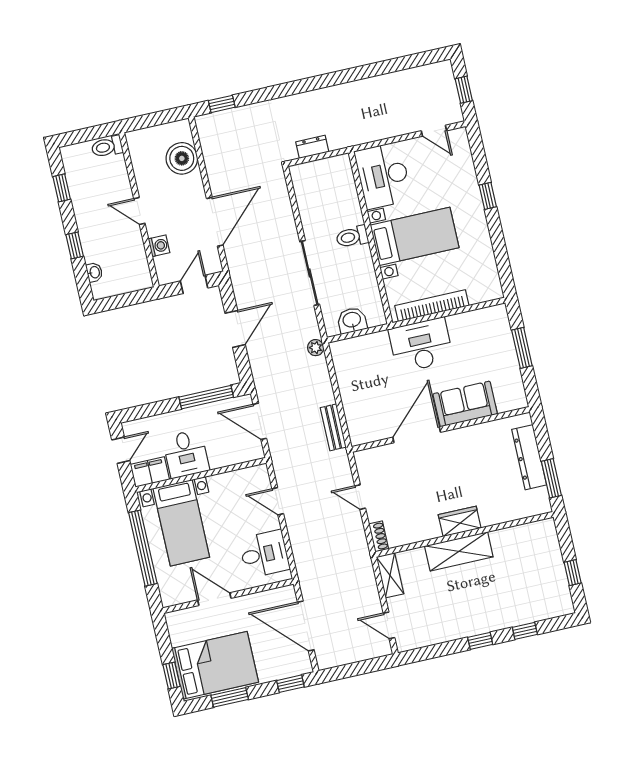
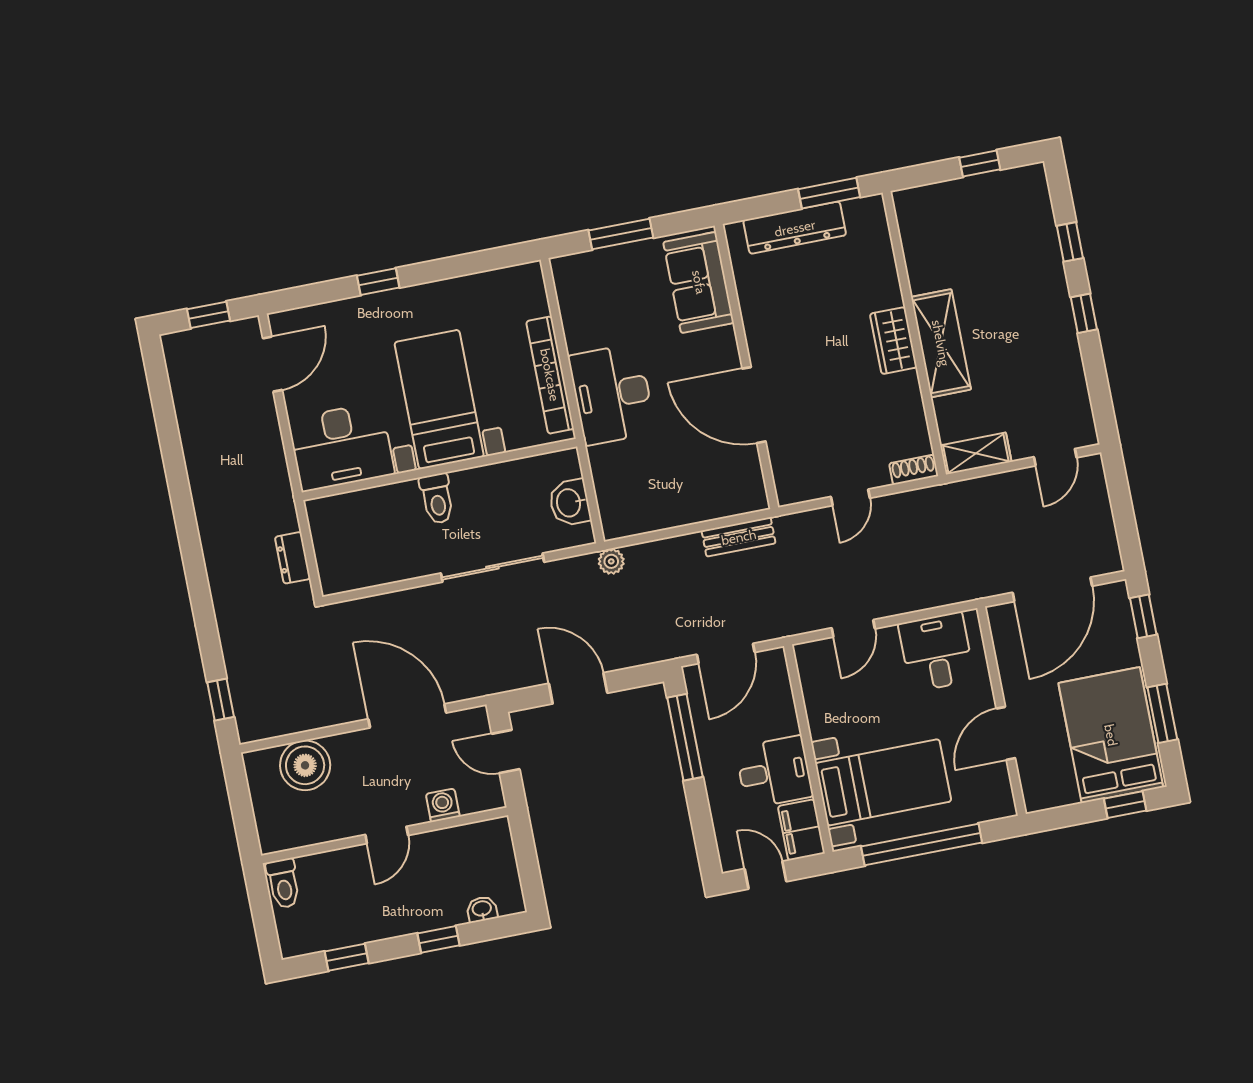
door: (434, 131) -> (272, 364), width x1.38
sofa: (465, 404) -> (699, 282), moved

